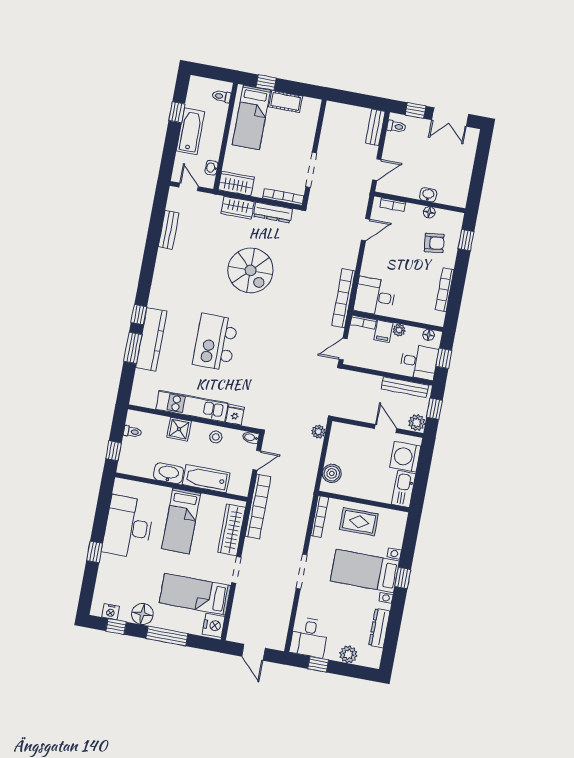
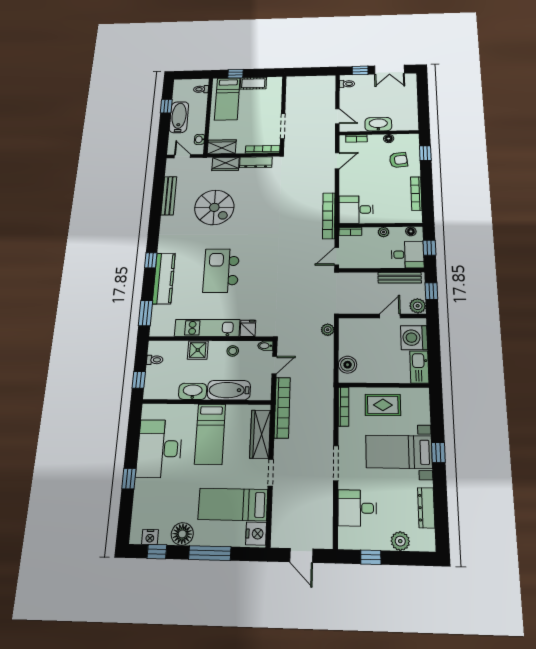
bench: (375, 127) -> (330, 88), removed
door: (377, 170) -> (337, 116), hinge flipped
washbasin: (428, 195) -> (378, 124), width x1.91, depth x1.45
bench: (169, 230) -> (169, 196), width x1.36
spiral stairs: (251, 270) -> (214, 207), moved
filing cabinet: (383, 331) -> (370, 235), removed
window: (133, 348) -> (145, 313), moved
door: (386, 429) -> (390, 316), hinge flipped
desk: (309, 637) -> (357, 508), moved, turned 90

